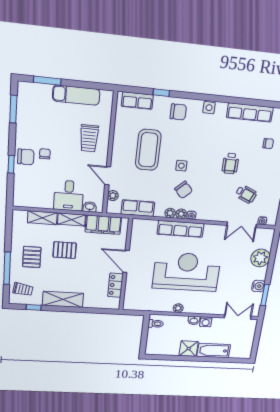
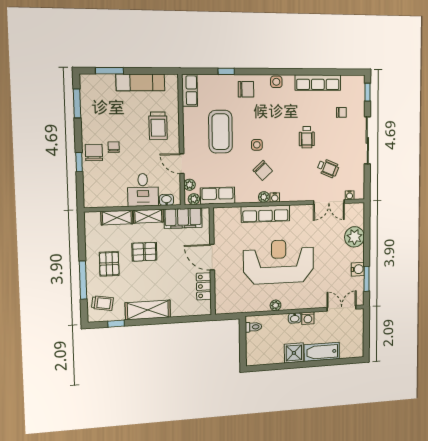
row of seats: (137, 101) -> (190, 90), moved, turned -90
chair: (26, 157) -> (94, 152), turned -90
plant: (170, 213) -> (194, 199), moved

